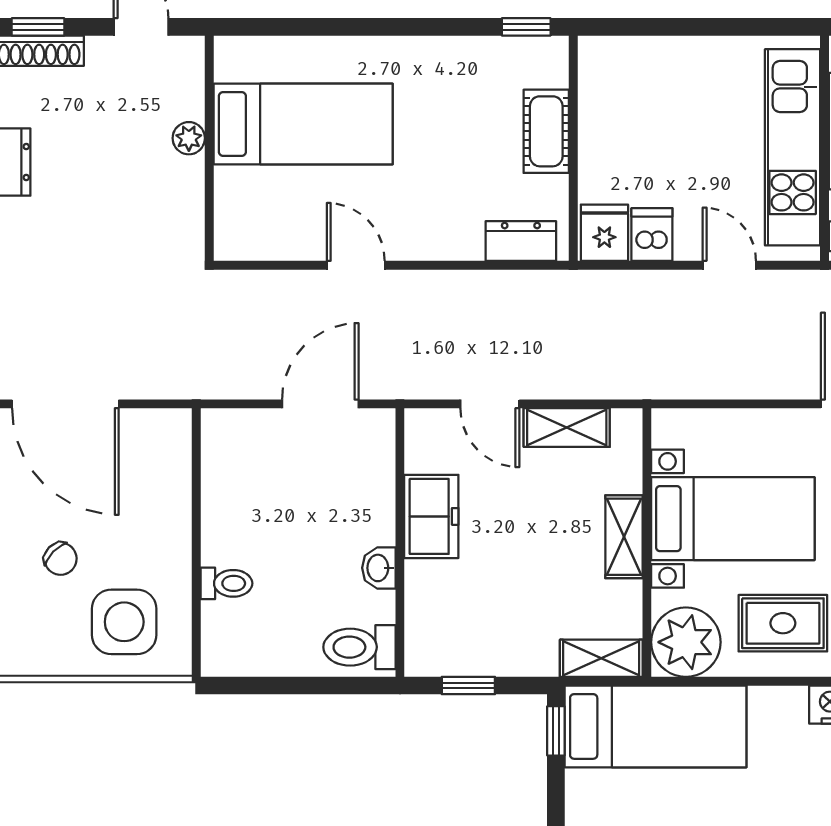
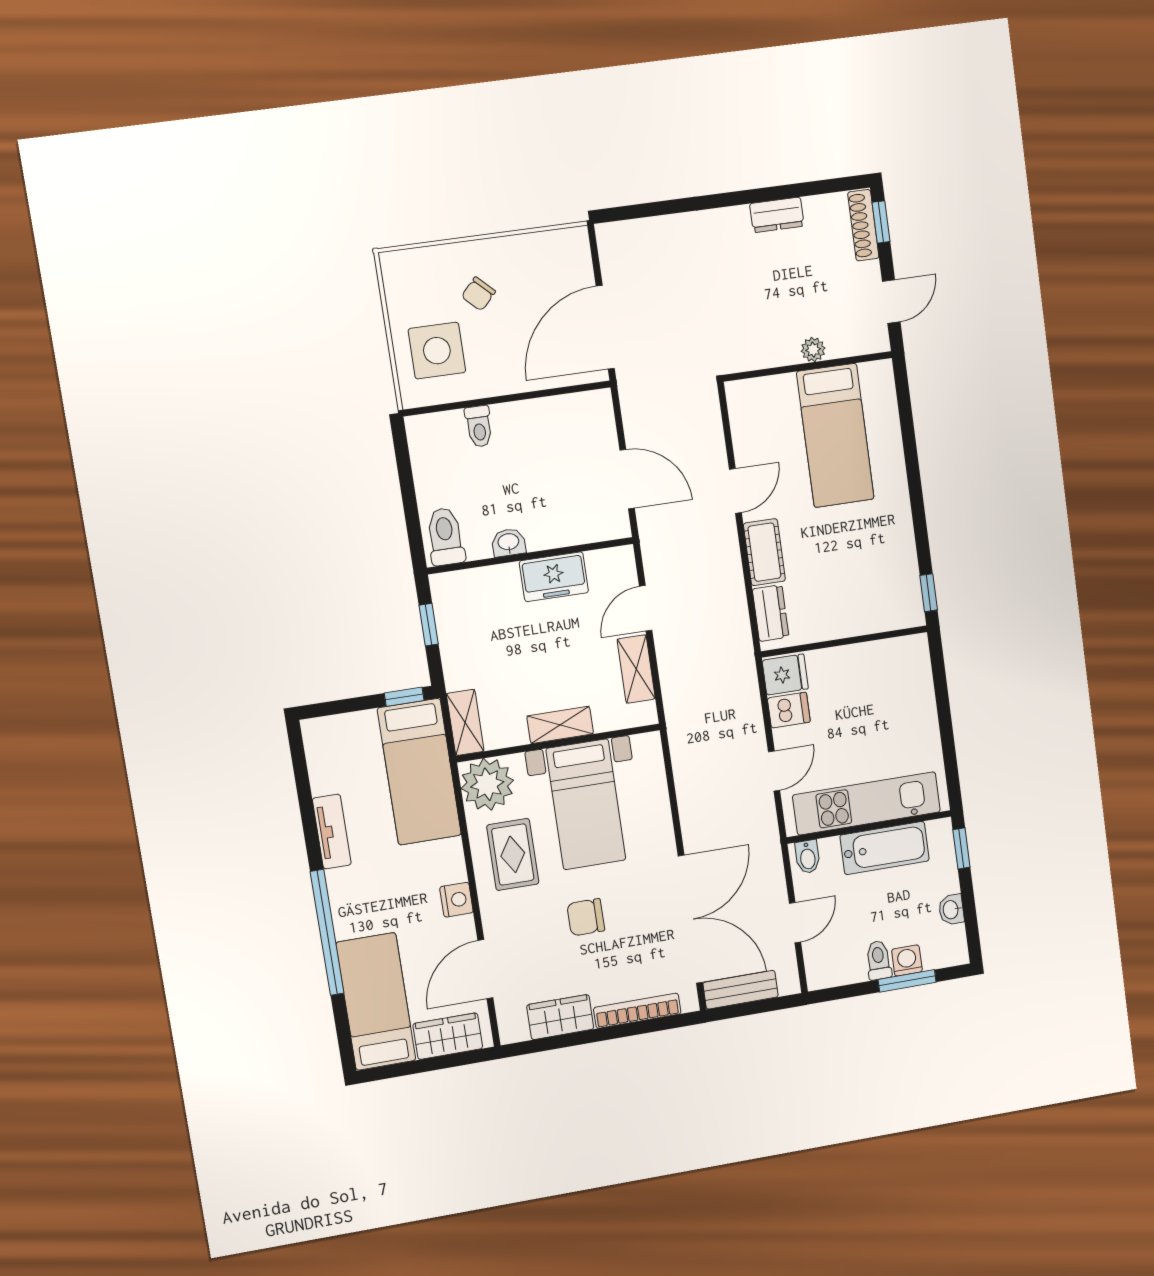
cot: (546, 131) -> (764, 552), moved, turned 90
door: (65, 404) -> (605, 327), moved

